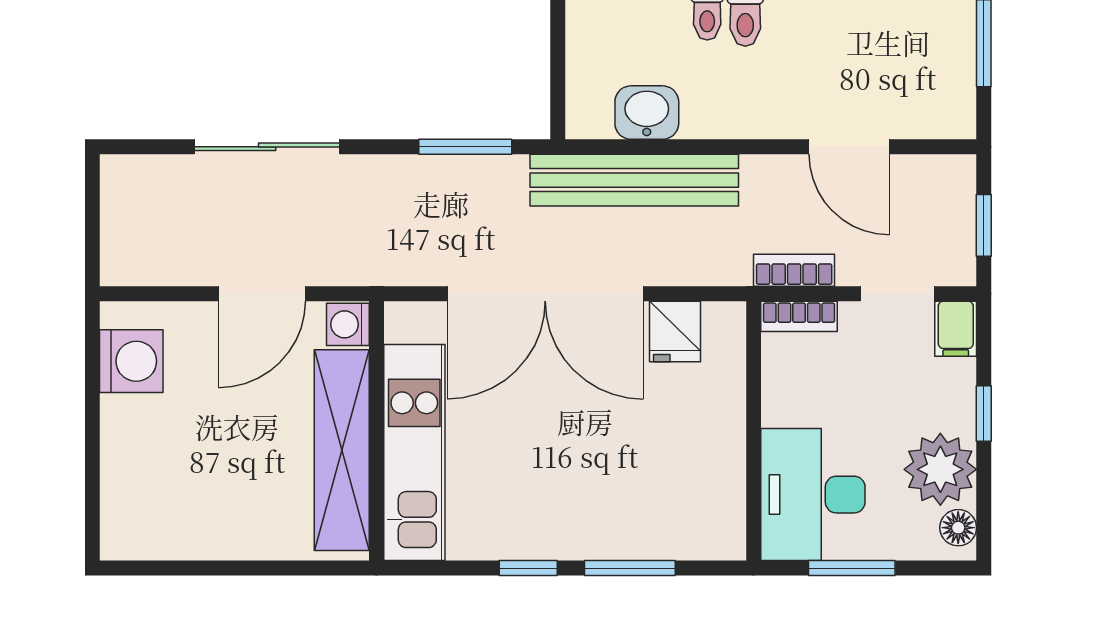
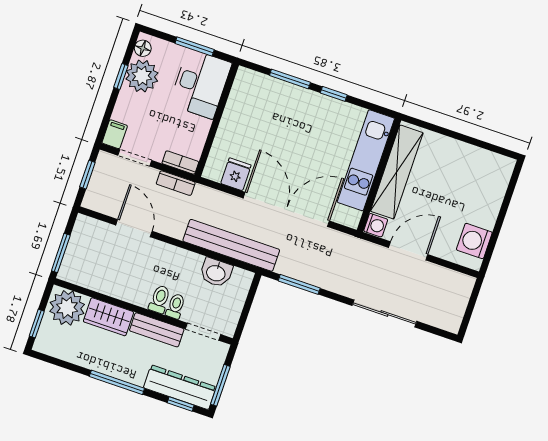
window: (984, 414) -> (121, 77), moved

